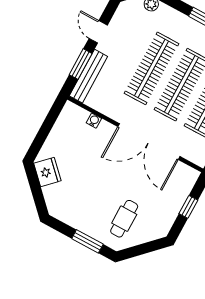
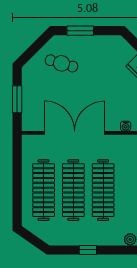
window: (188, 207) -> (17, 99), width x1.50
cafe table: (124, 219) -> (62, 63), turned -74

